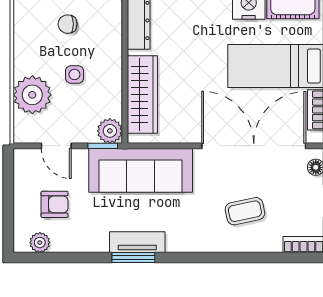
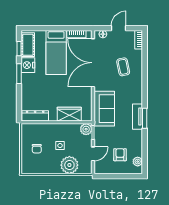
wardrobe: (142, 94) -> (69, 114), width x0.67
sofa: (141, 170) -> (104, 109), width x0.73

